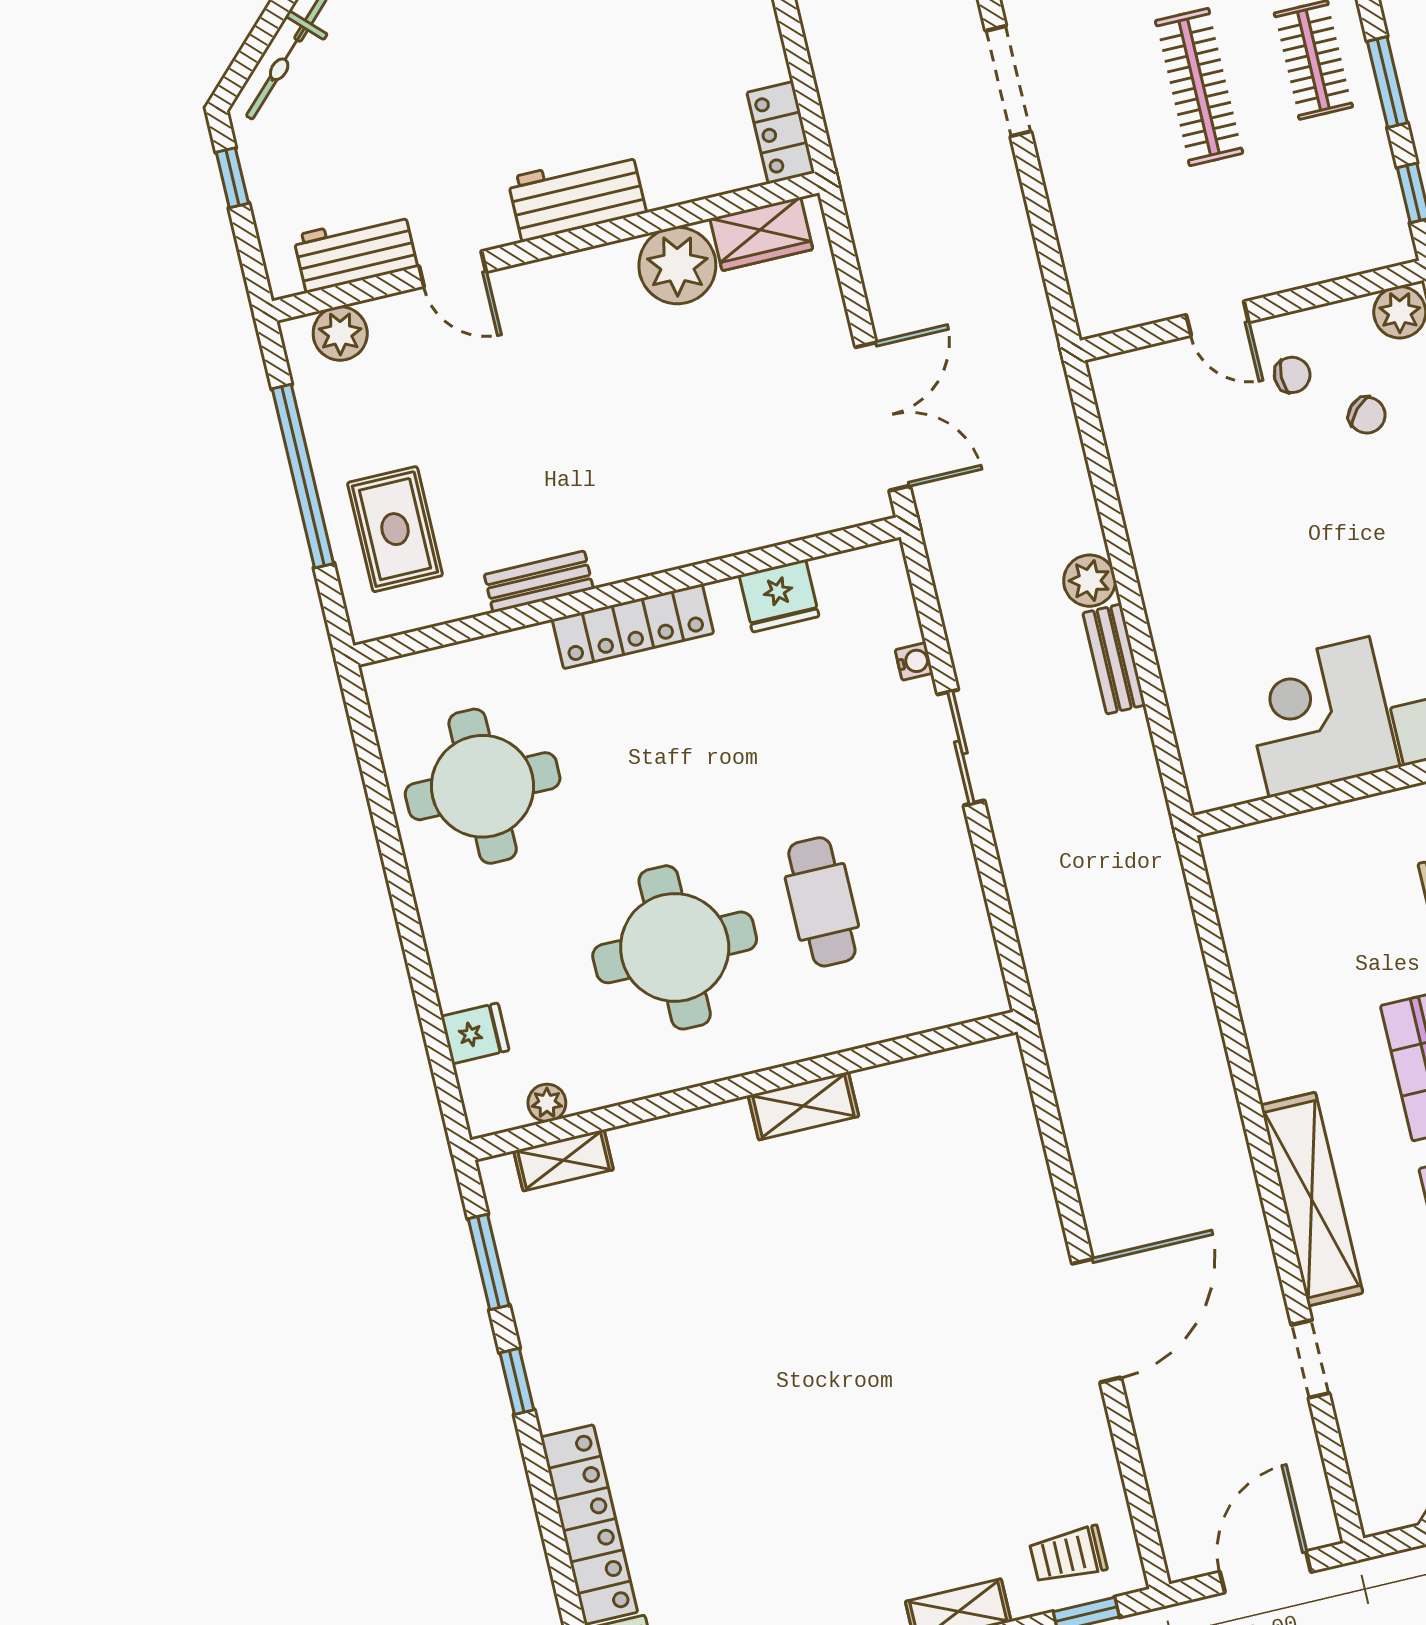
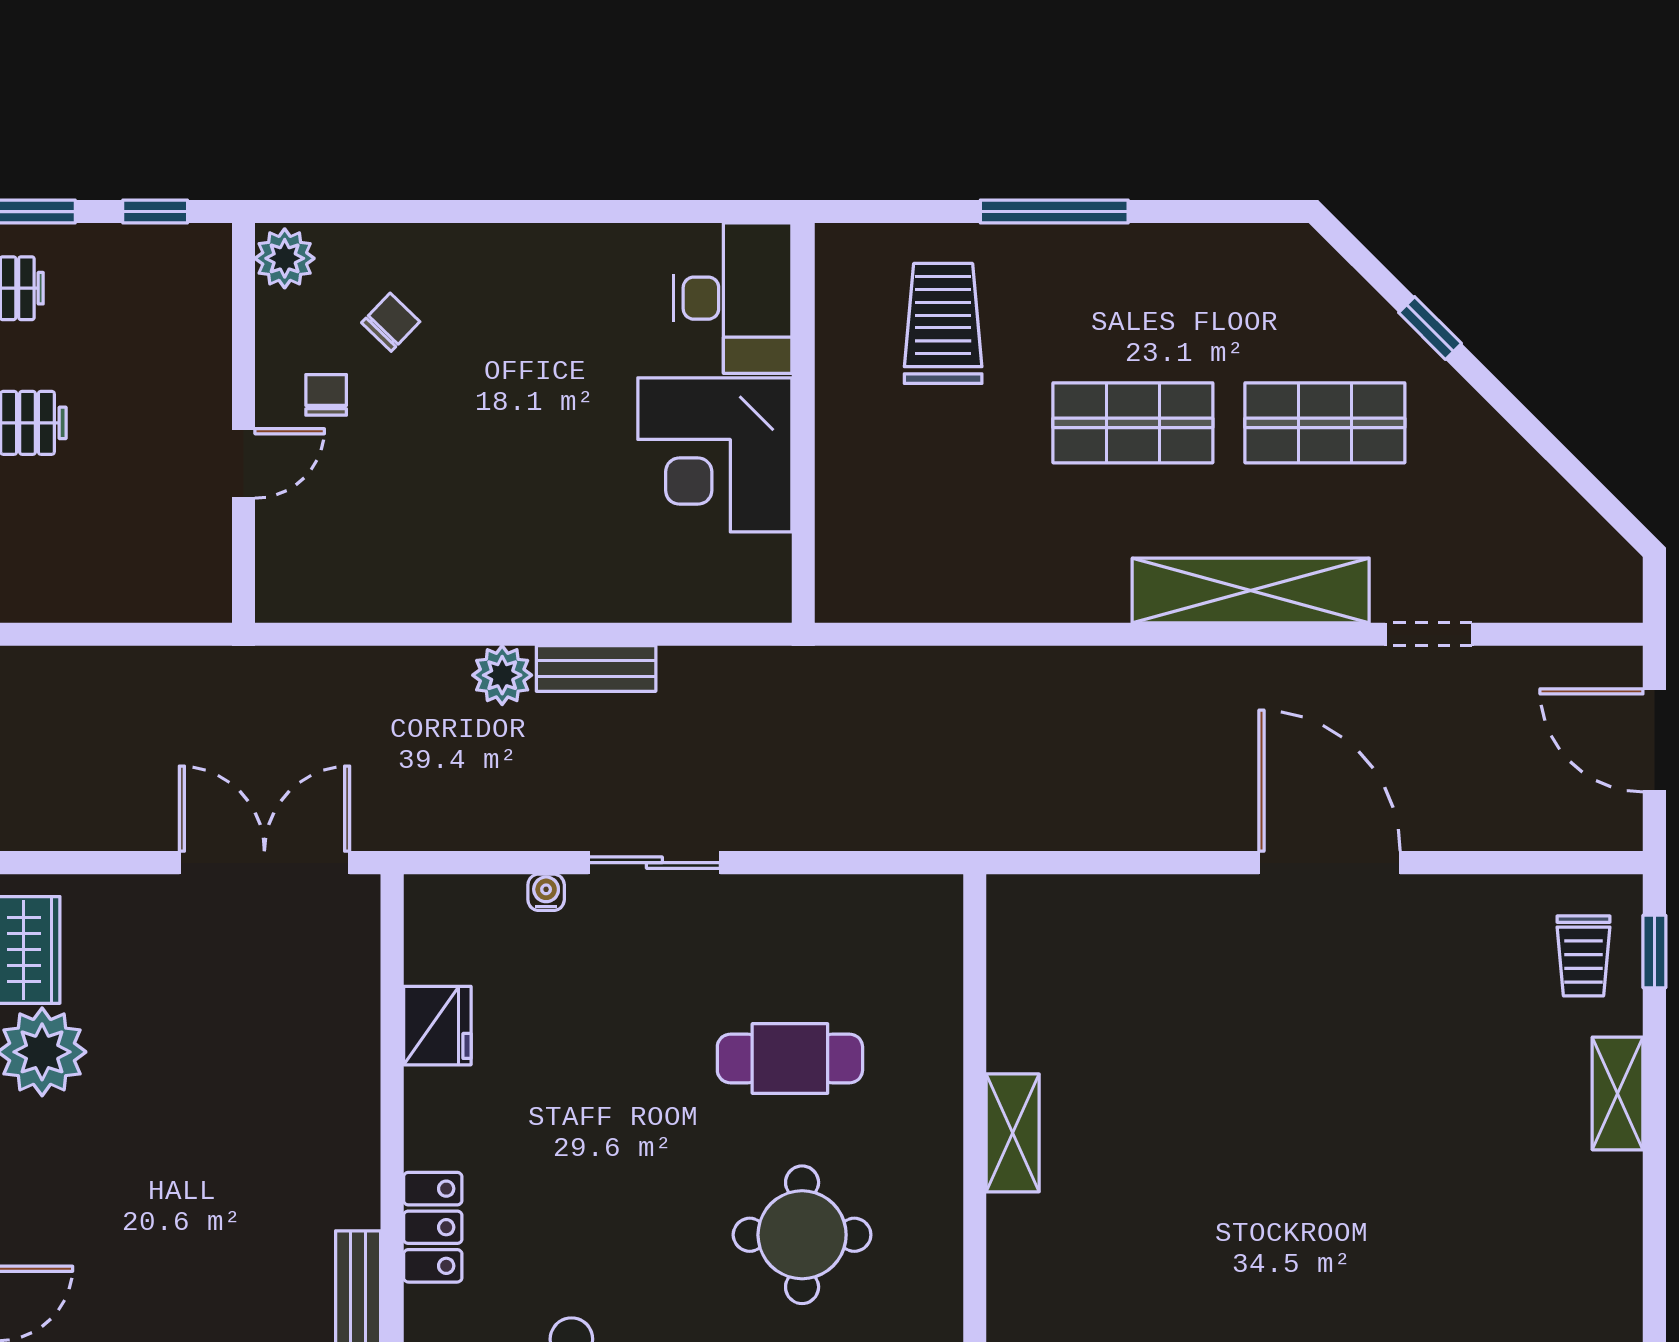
locker: (633, 626) -> (433, 1227), width x0.66
round table: (675, 947) -> (802, 1235), width x0.73, depth x0.73

